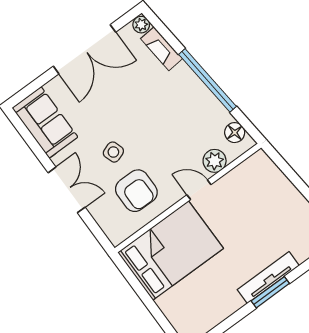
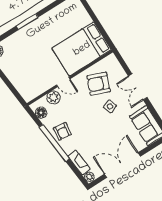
armchair: (195, 102) -> (62, 131), added
armchair: (136, 191) -> (98, 84), turned -69
tv unit: (268, 278) -> (28, 30), removed

